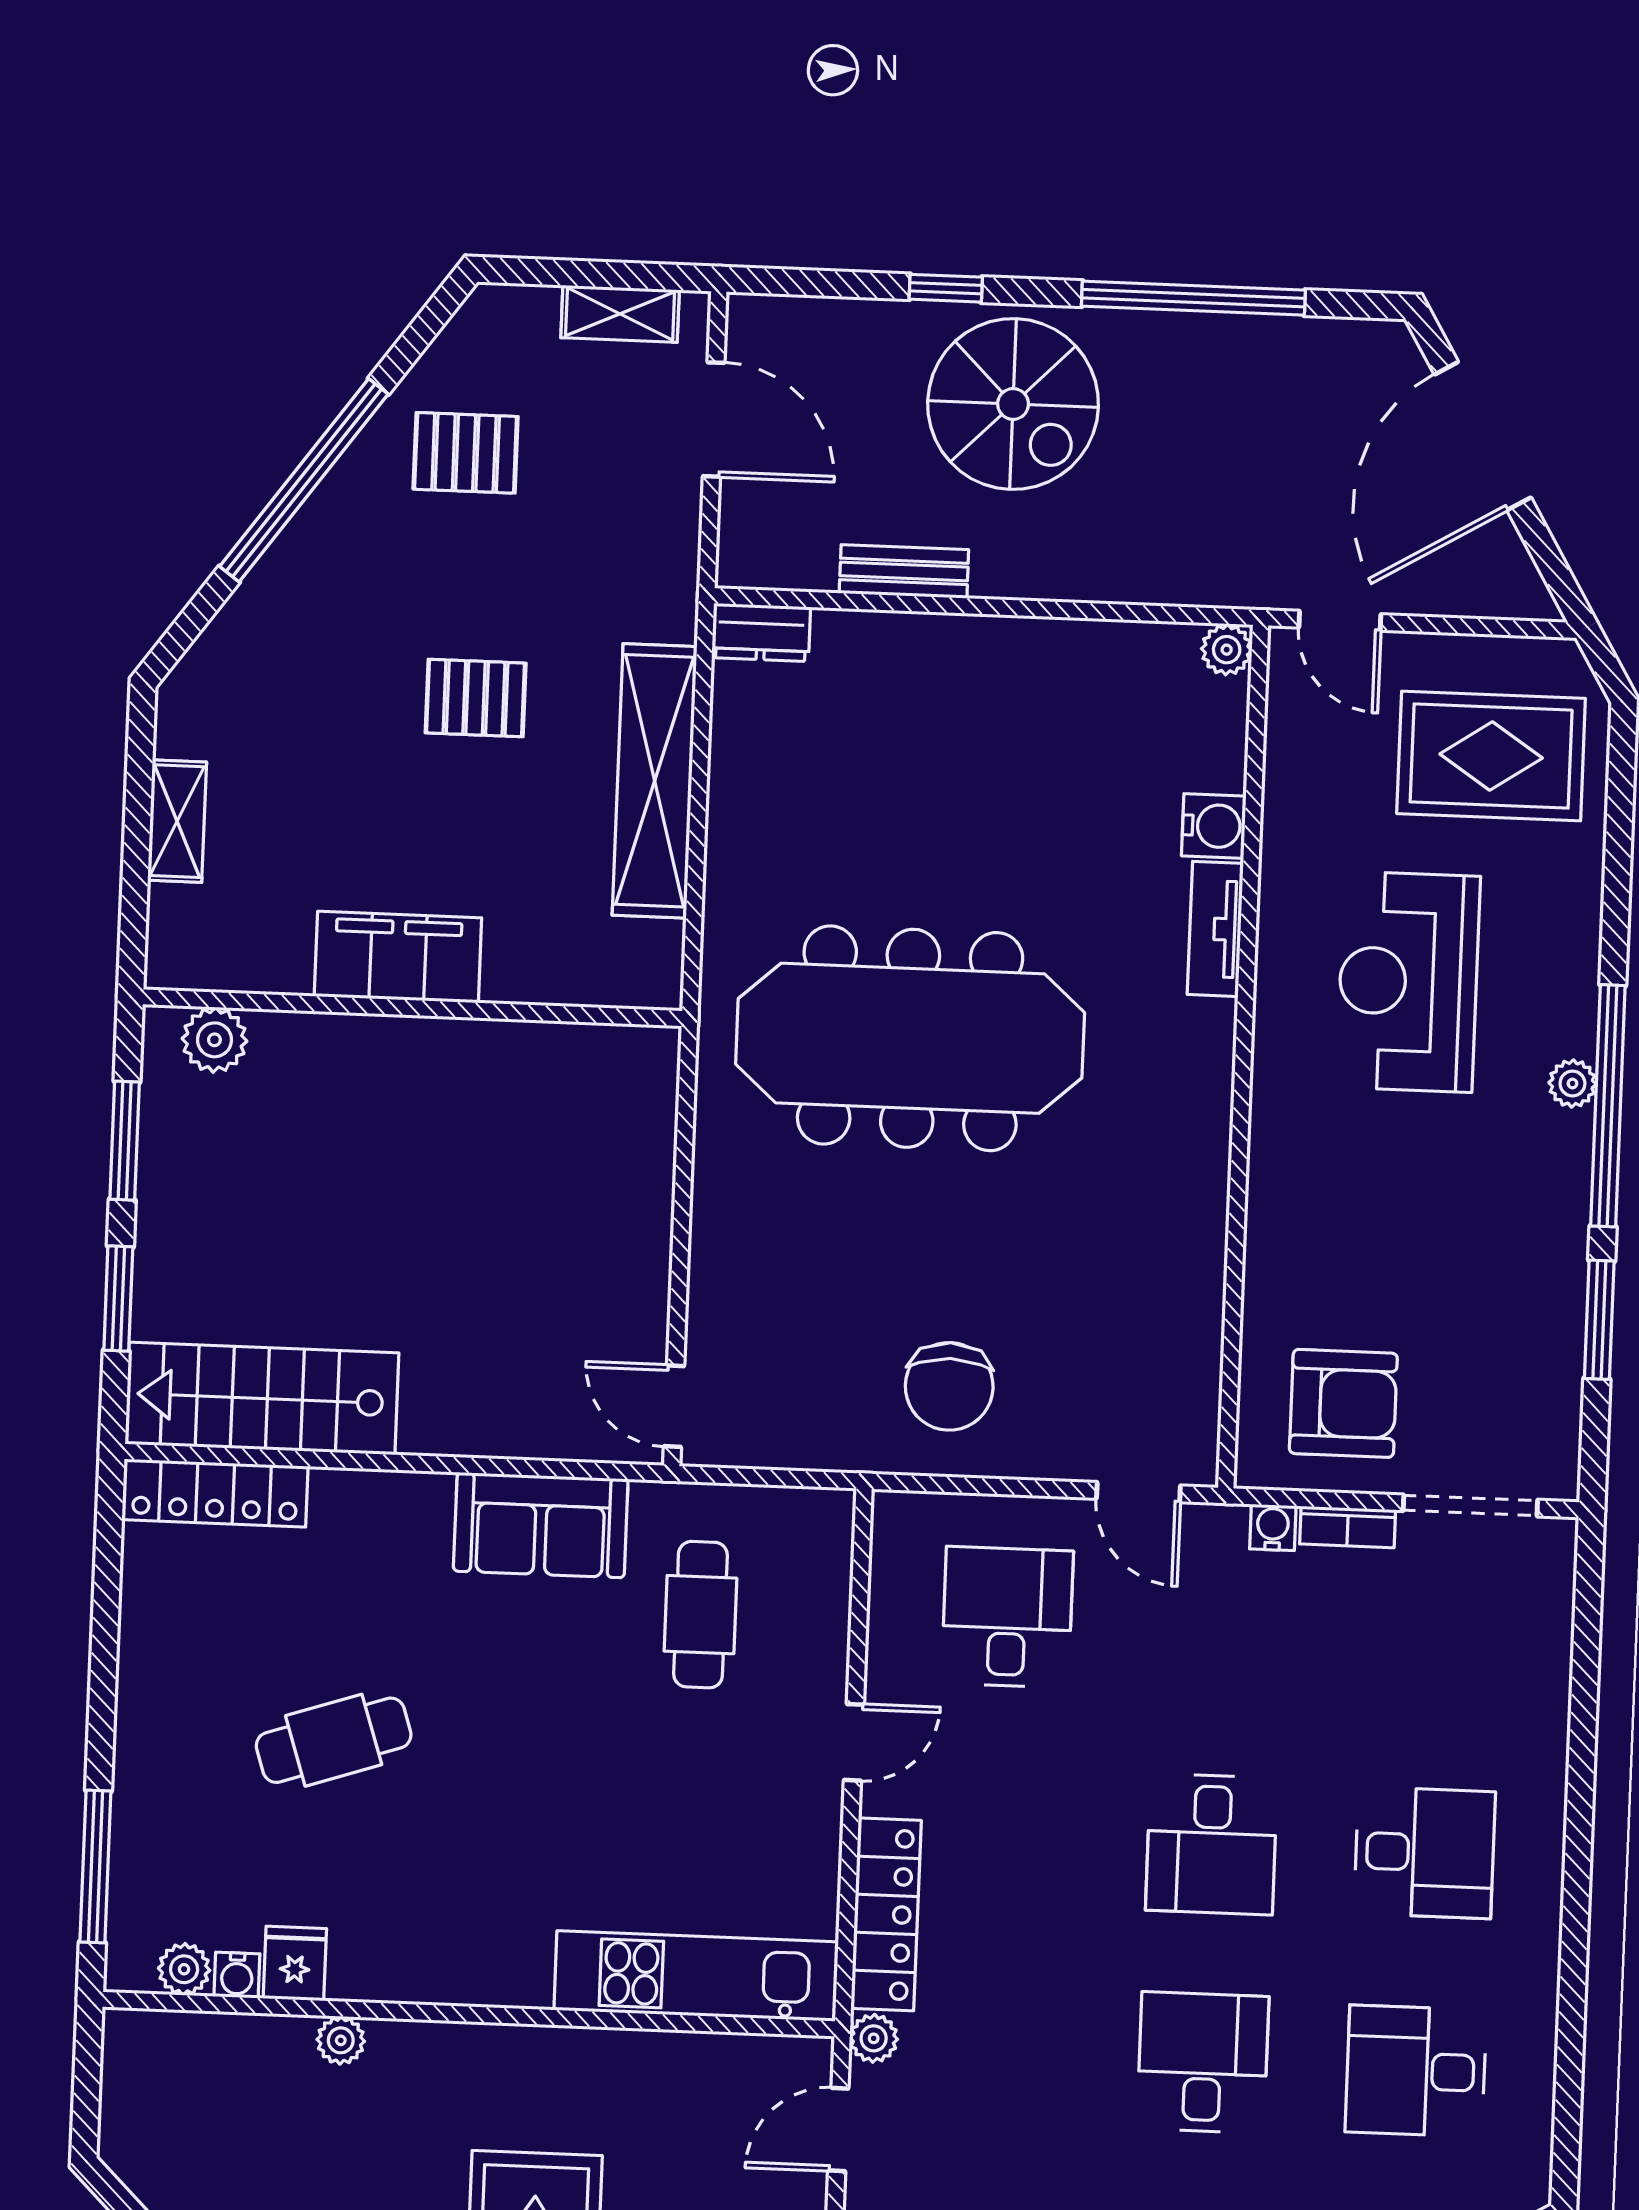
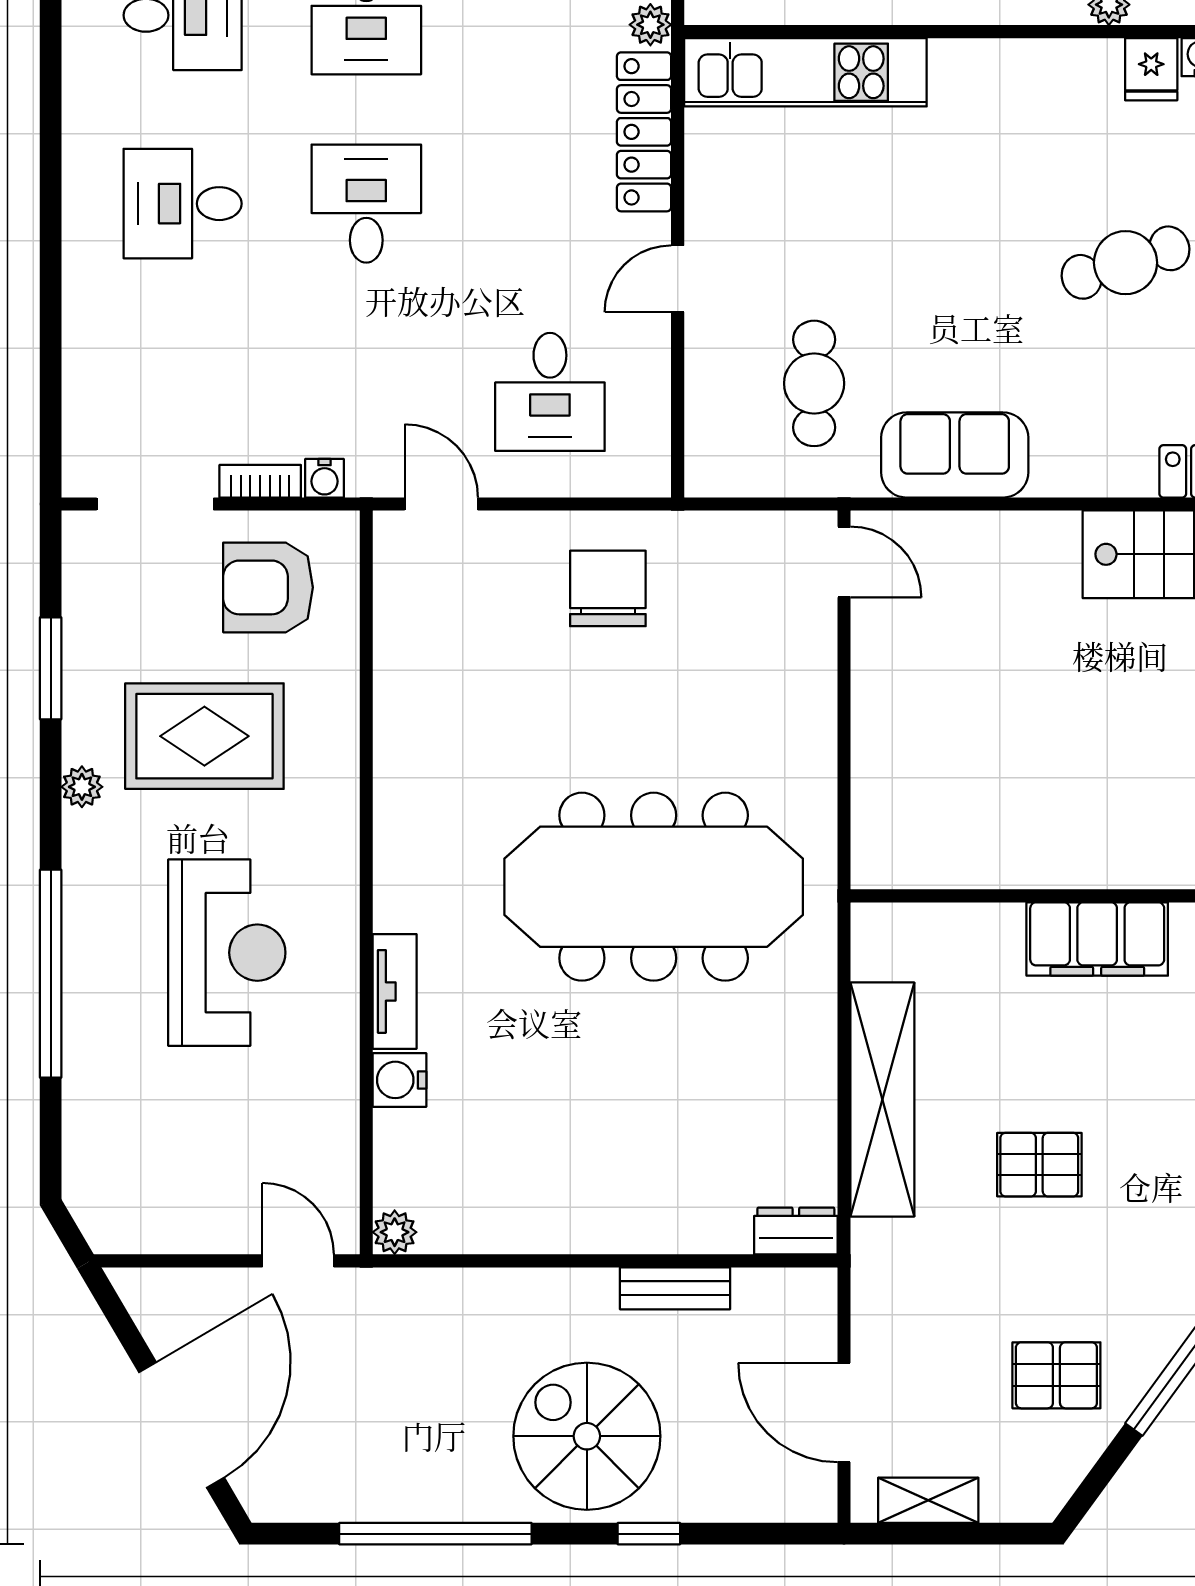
rug: (1491, 756) -> (204, 736), moved
plant: (1572, 1083) -> (82, 787), moved
window: (1608, 1106) -> (51, 974), moved

